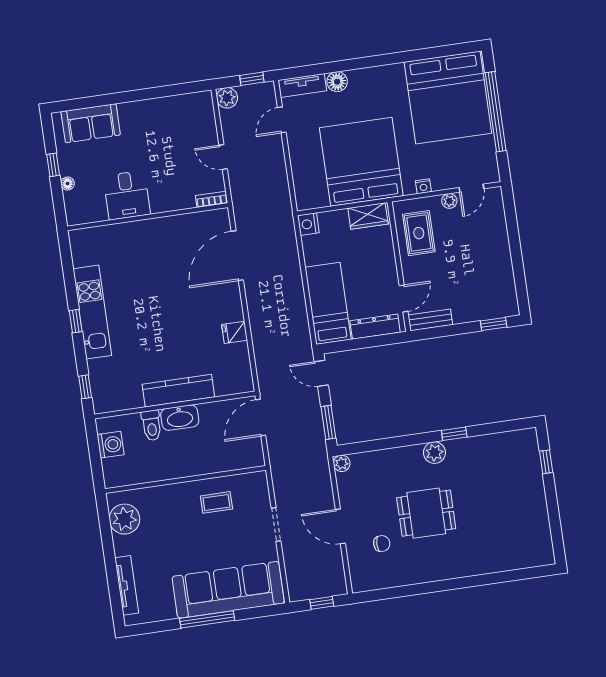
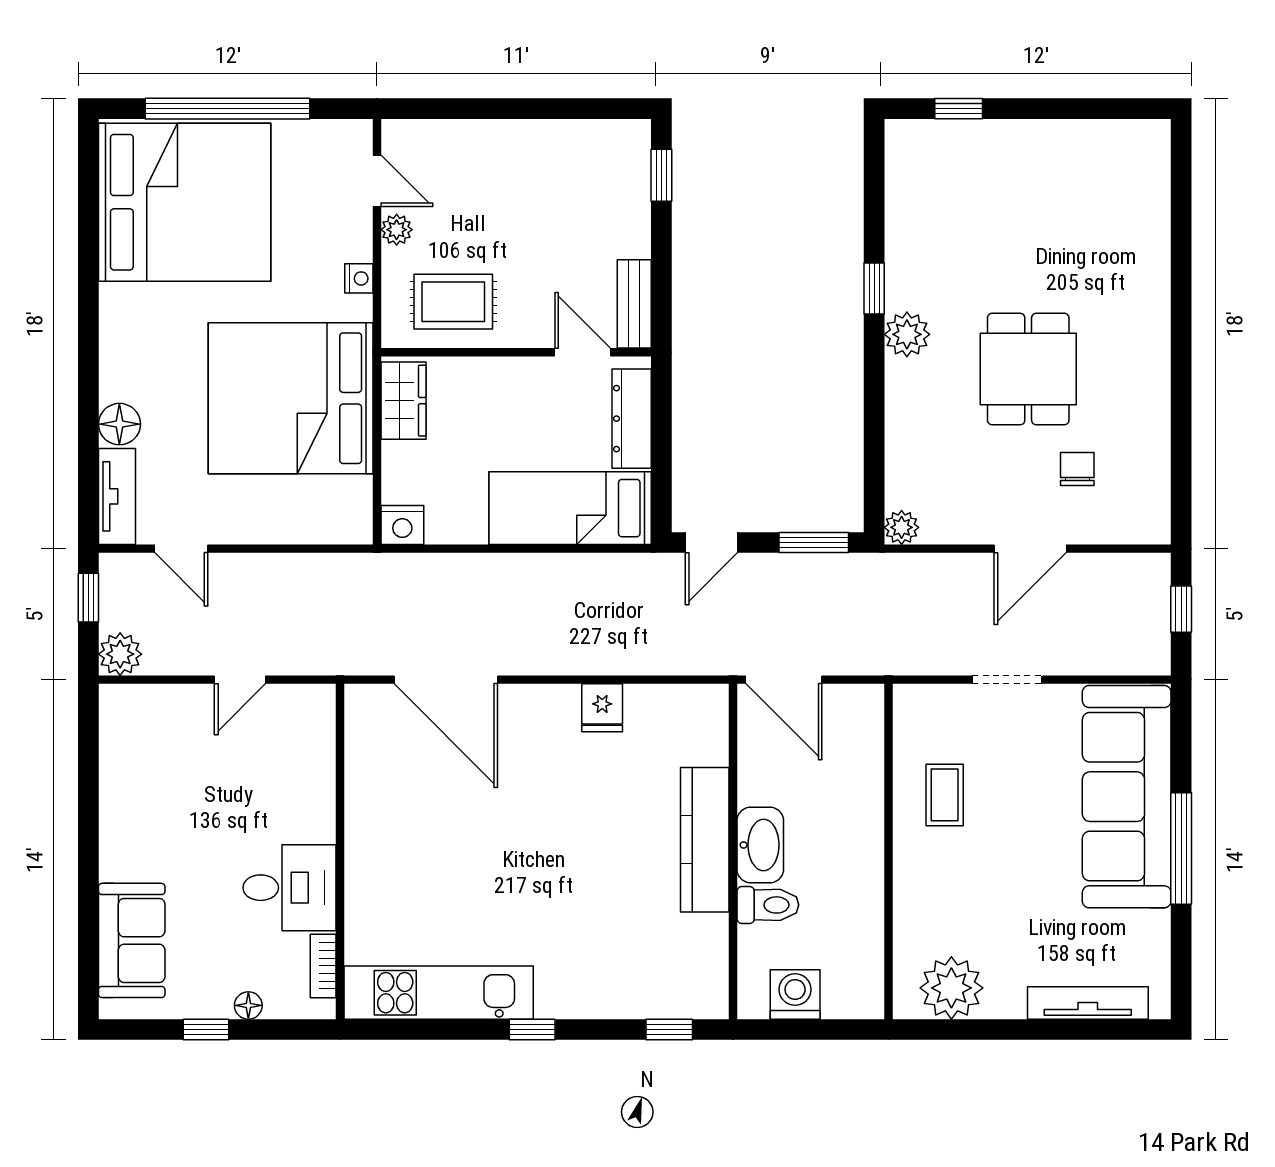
bookcase: (212, 199) -> (323, 966), moved
kitchen unit: (92, 312) -> (439, 993), moved

